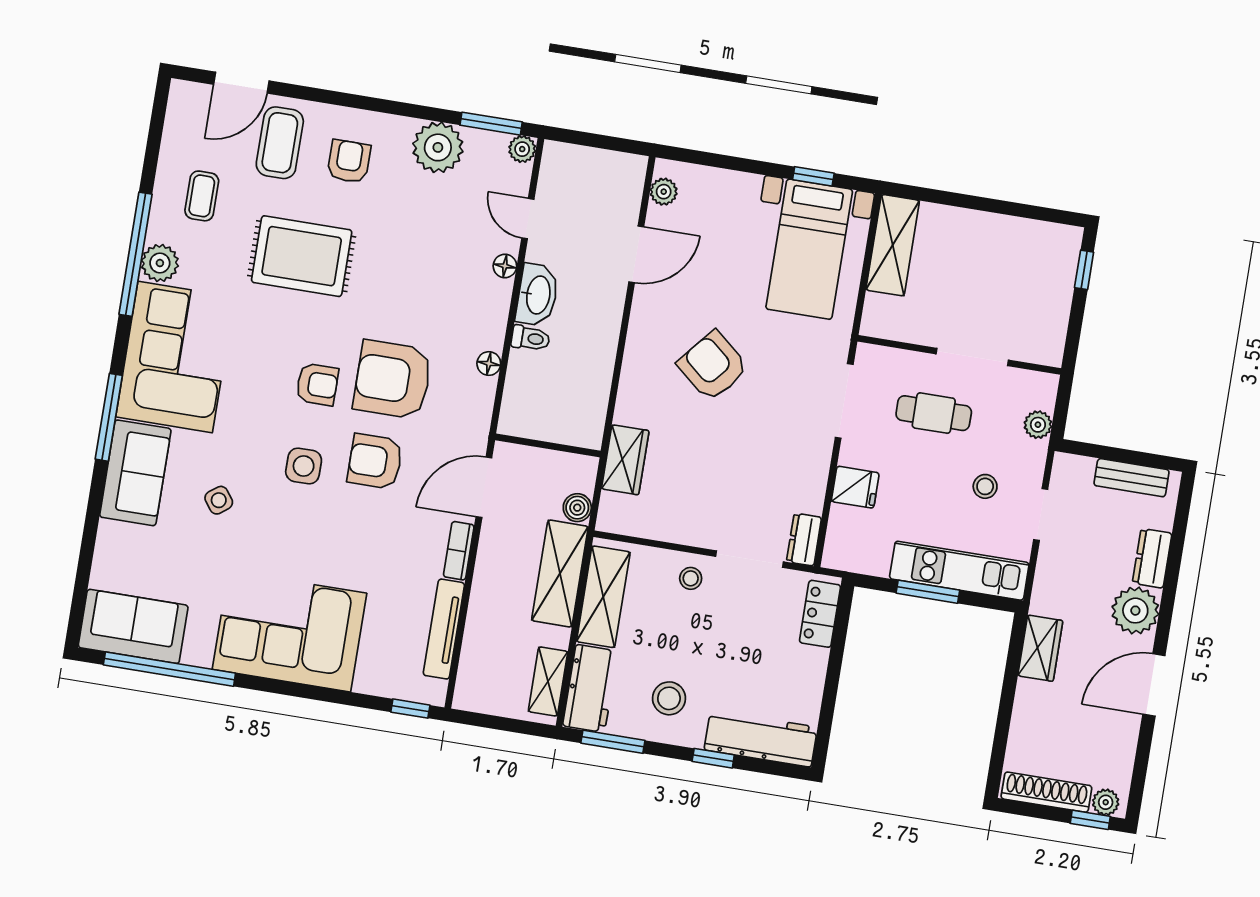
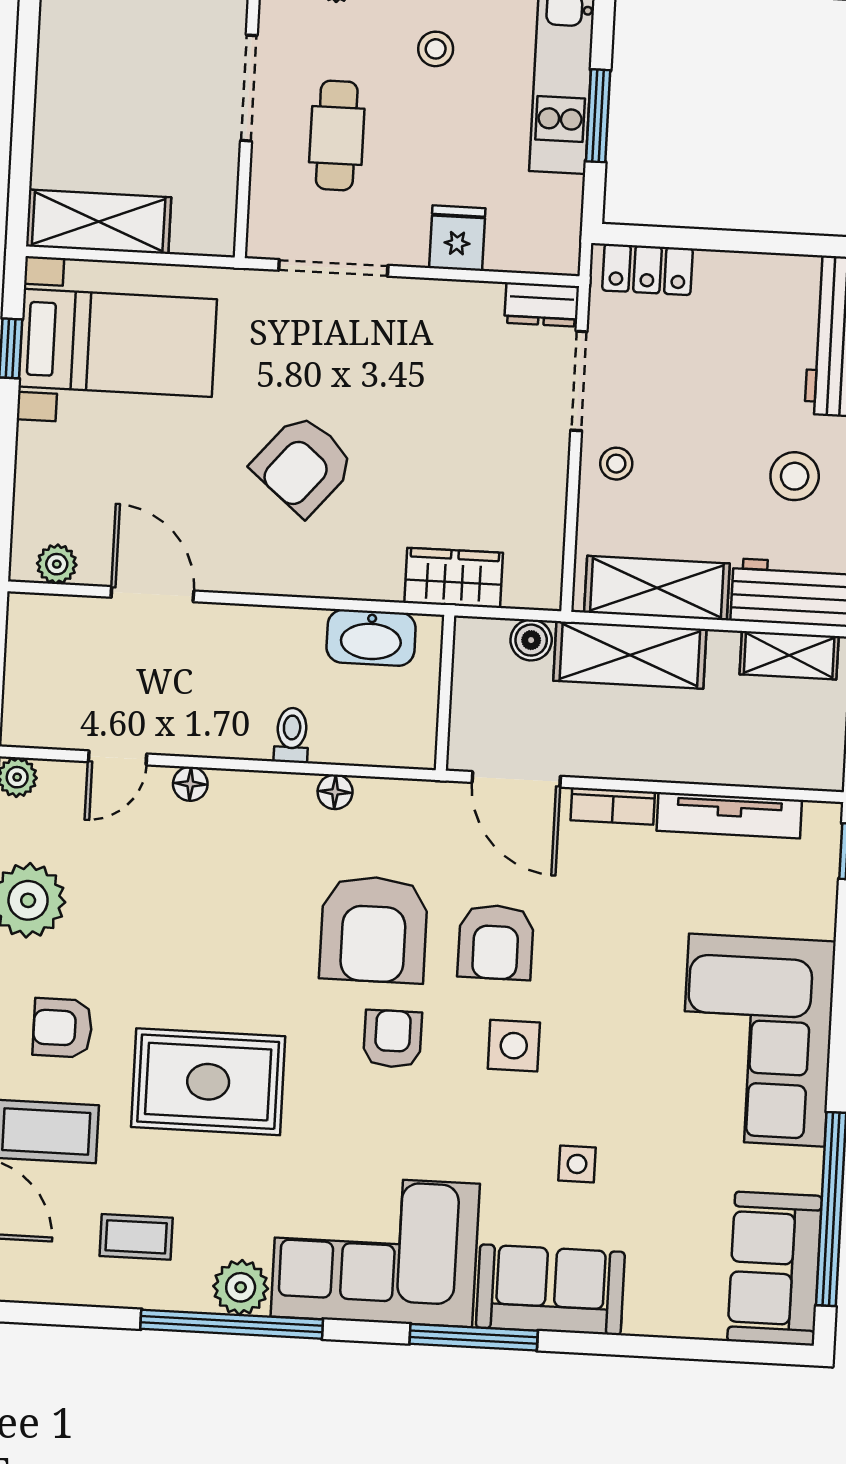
rug: (302, 256) -> (208, 1082), turned 90
washbasin: (537, 295) -> (371, 638), moved, turned 180
side table: (219, 500) -> (577, 1164), turned 37

